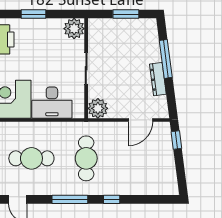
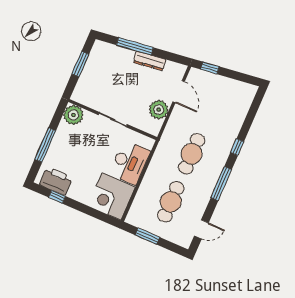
window: (34, 14) -> (45, 145), width x1.44
plant: (98, 108) -> (159, 110), moved
cafe table: (86, 158) -> (192, 154), turned 90

